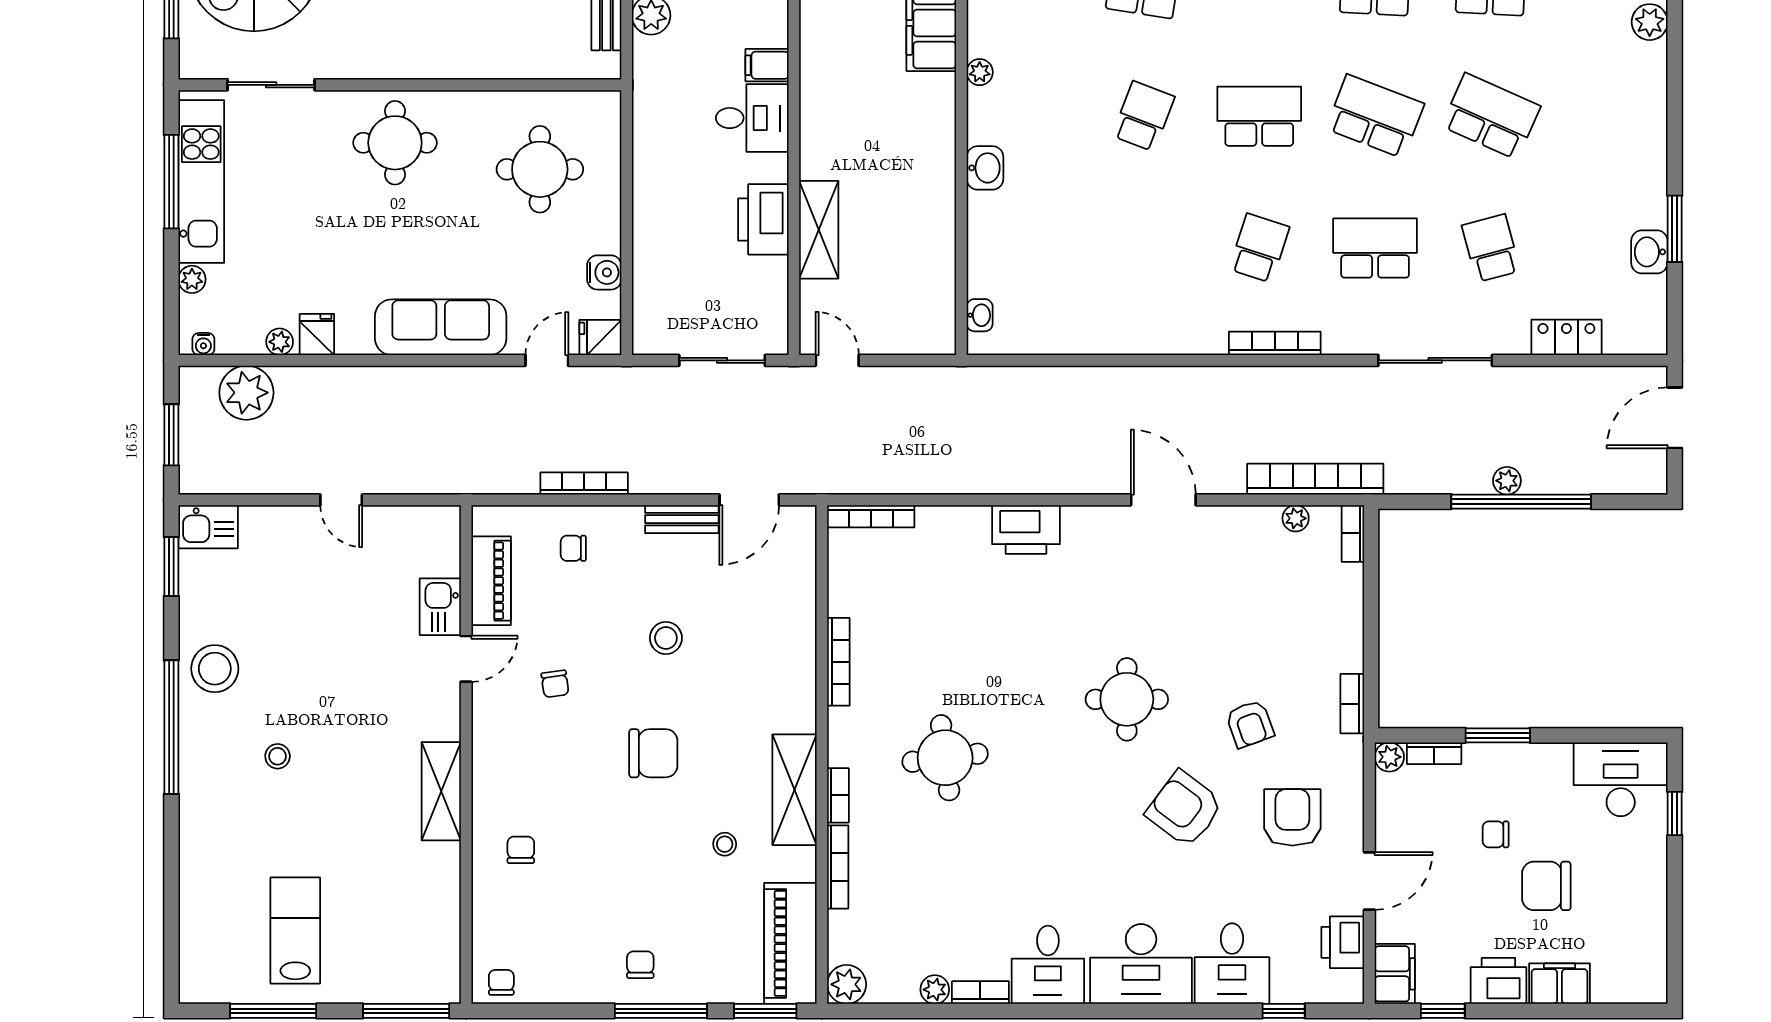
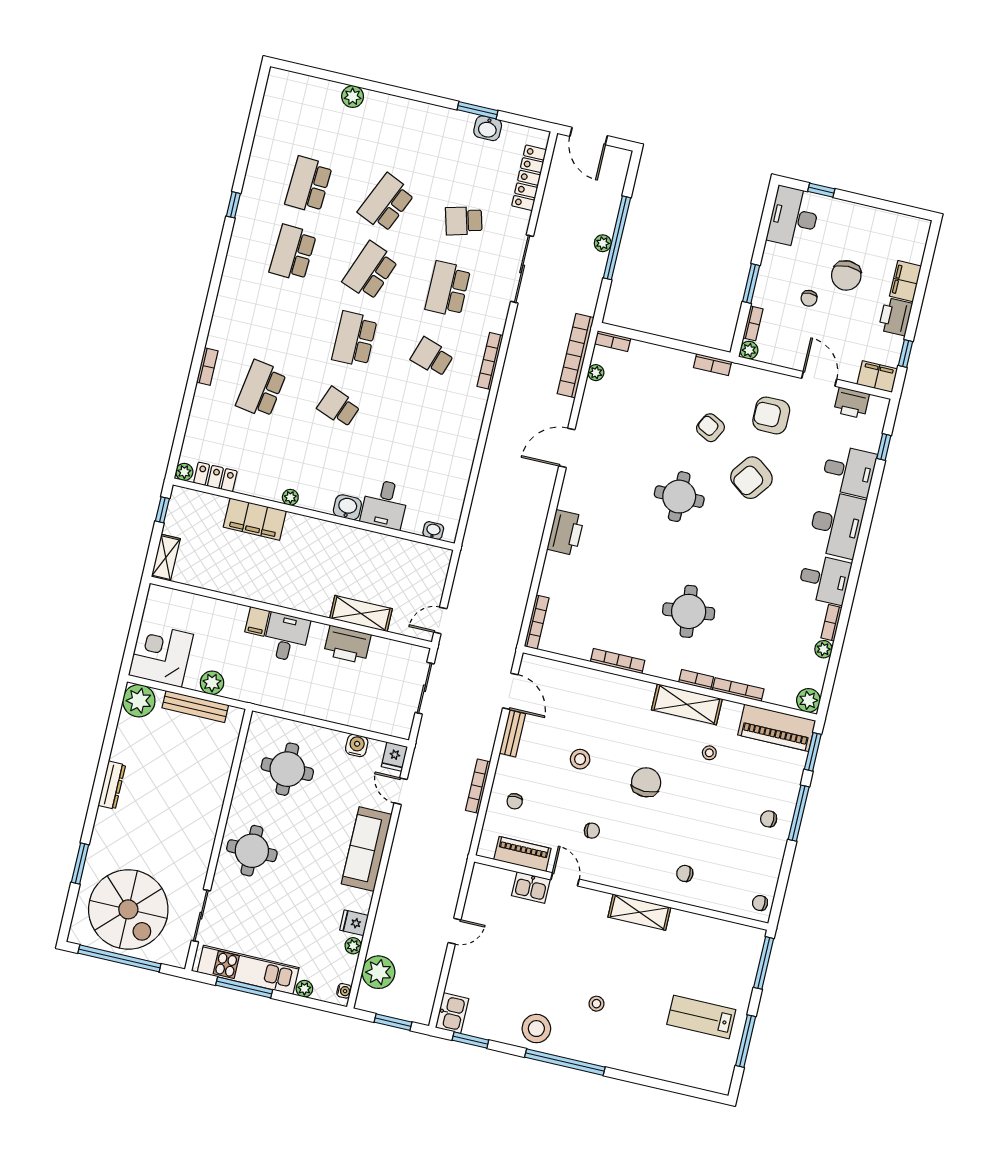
desk: (1004, 227) -> (385, 504), added
locker: (1566, 337) -> (529, 178), width x1.53
armchair: (1250, 724) -> (710, 428), turned -133

